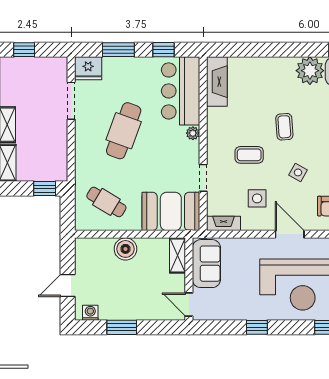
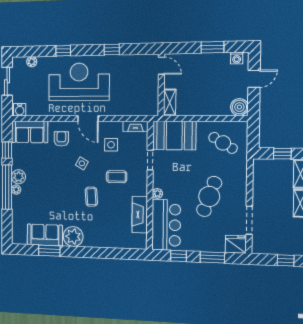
fireplace: (217, 82) -> (140, 215), moved
window: (45, 189) -> (282, 154), moved
boiler: (125, 249) -> (239, 107), moved
sofa: (206, 264) -> (148, 97), removed

